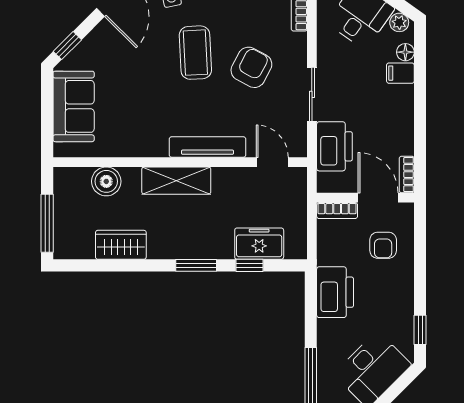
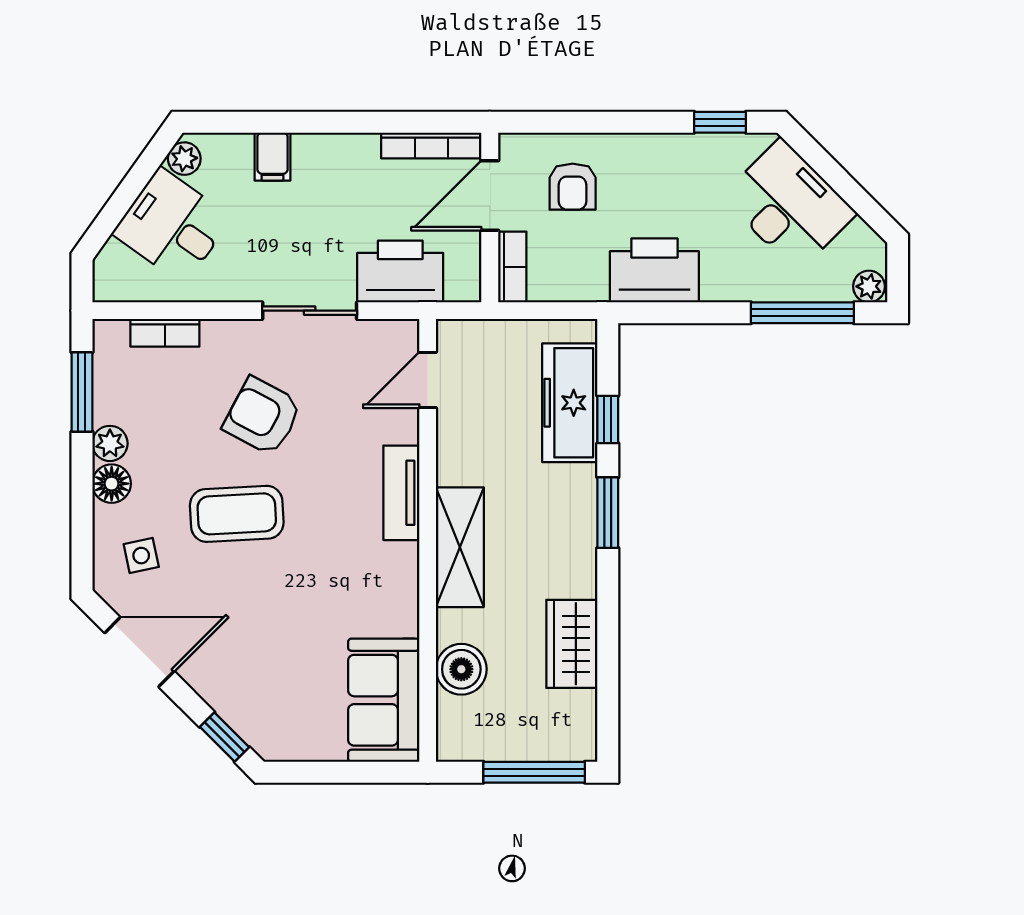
floor lamp: (405, 52) -> (236, 148), removed
sofa: (74, 106) -> (384, 700), moved, turned -90
tv unit: (207, 147) -> (401, 493), width x0.71
bookcase: (407, 175) -> (431, 145), width x1.56
freezer: (259, 244) -> (570, 403), width x1.40
armchair: (383, 245) -> (573, 187), turned 90

